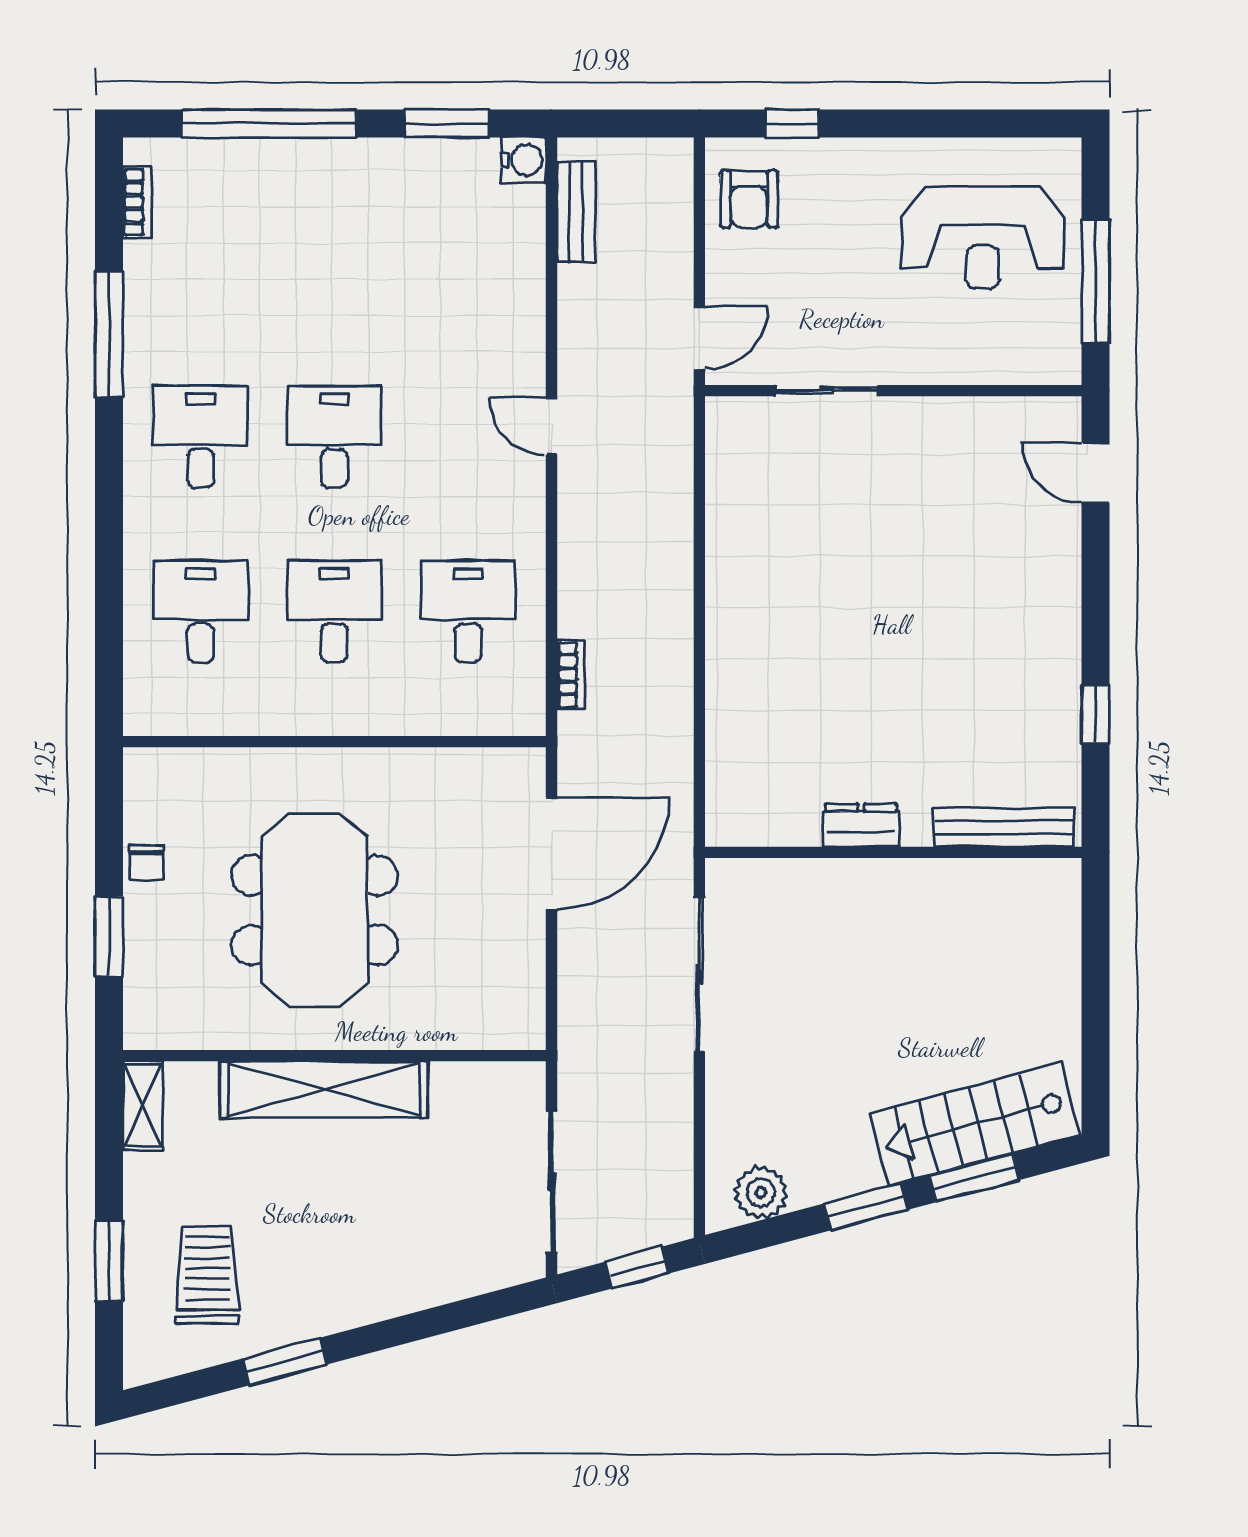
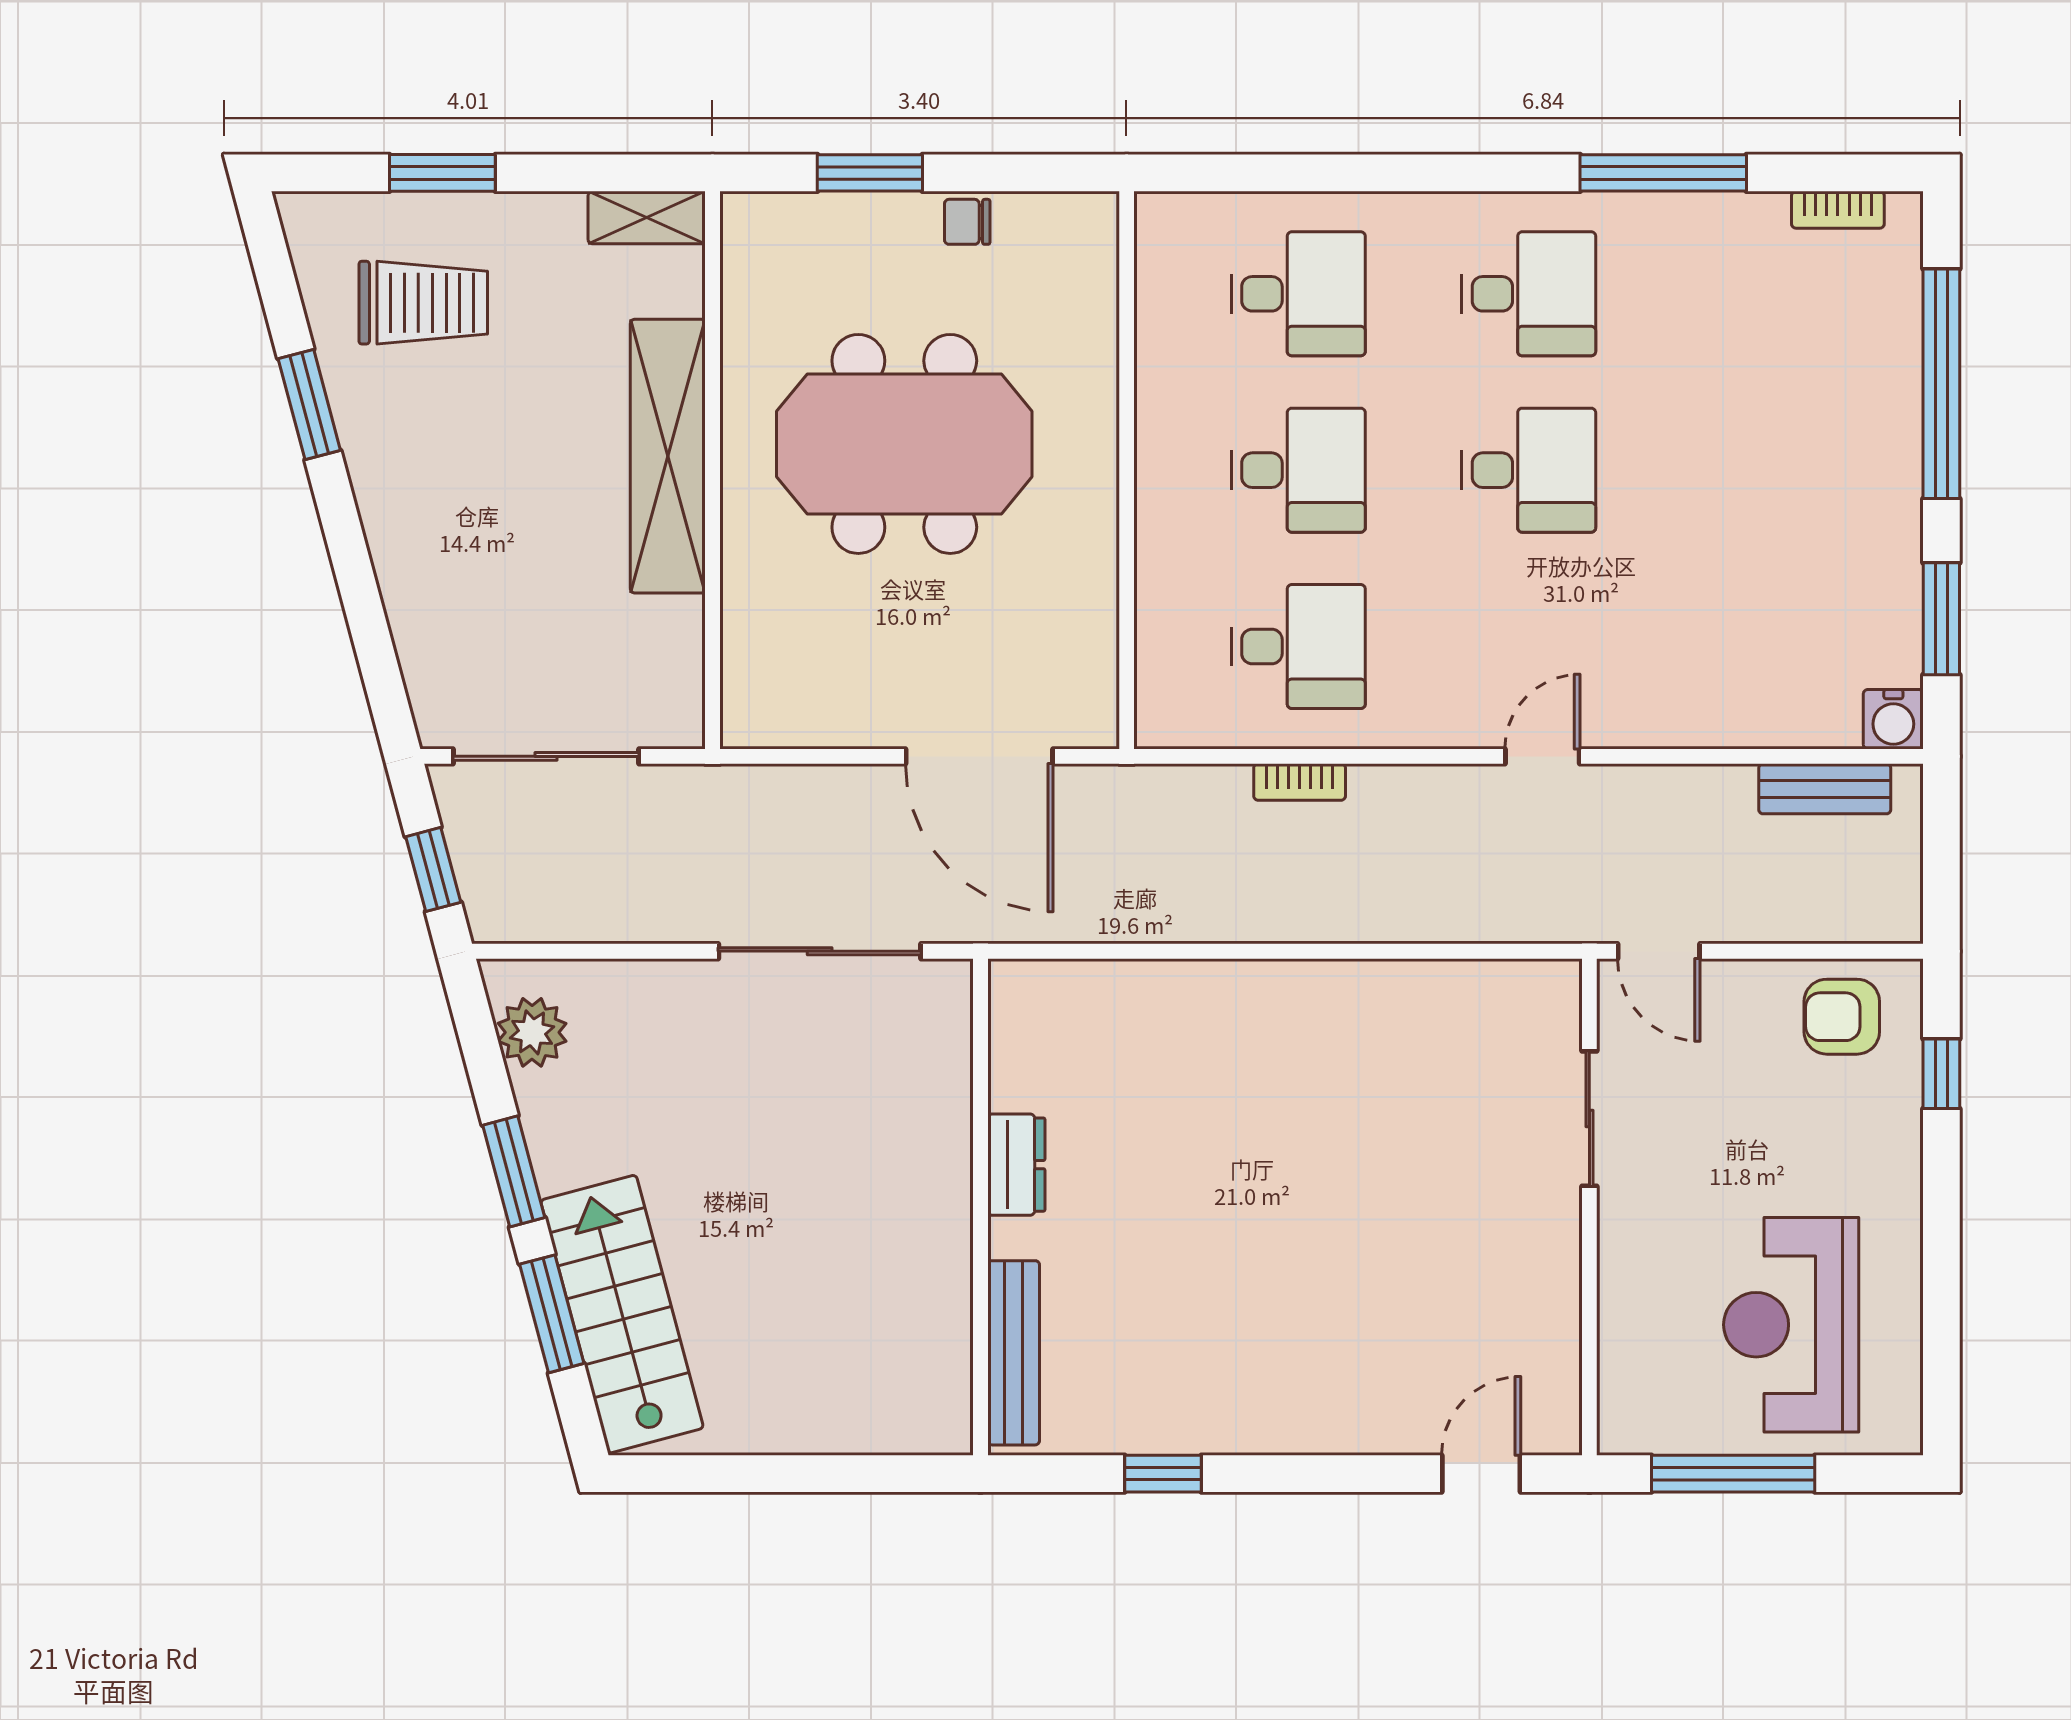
bookcase: (571, 675) -> (1300, 782), moved

